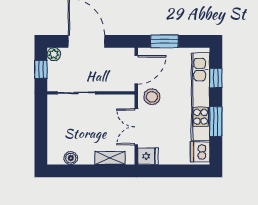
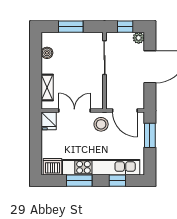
window: (41, 131) -> (71, 27), added

